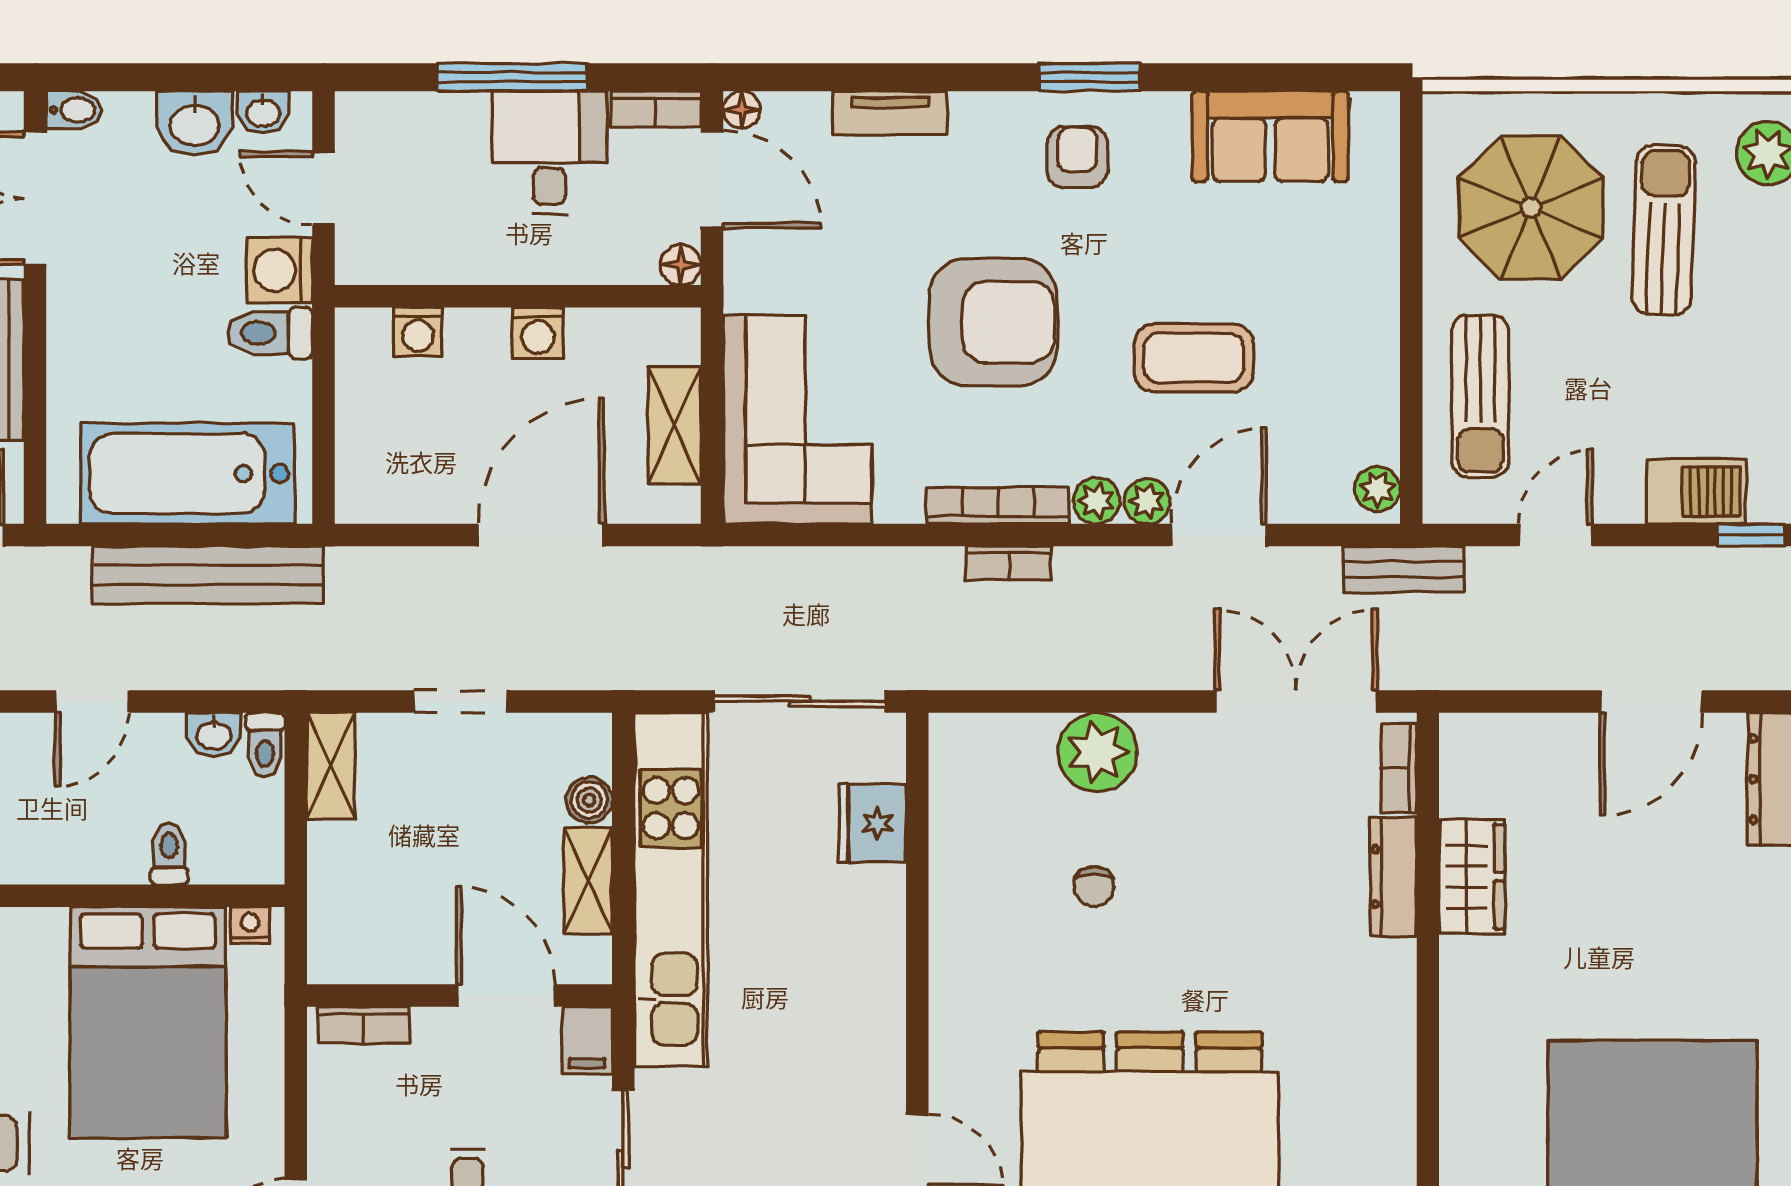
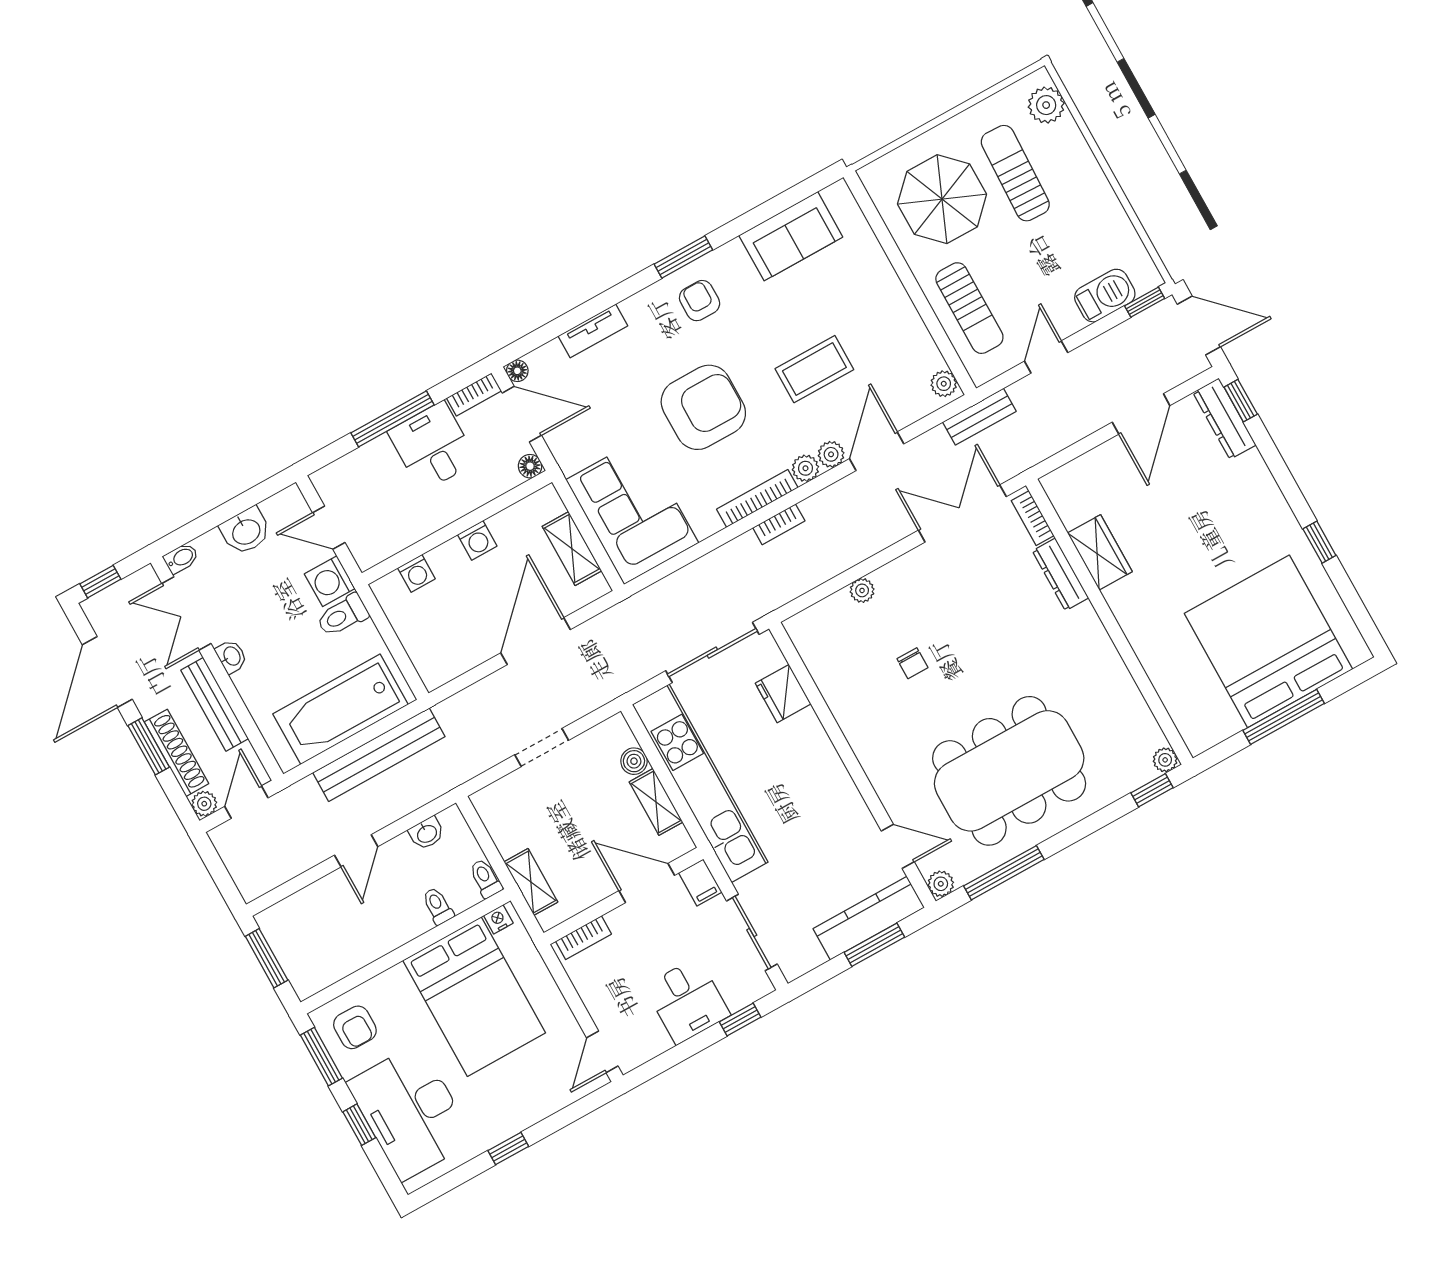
washbasin: (263, 112) -> (231, 656), moved, turned -90
toilet: (265, 745) -> (485, 878), moved, turned 180
plant: (1098, 752) -> (862, 590), width x0.53, depth x0.53
shelving: (331, 766) -> (531, 882), moved

